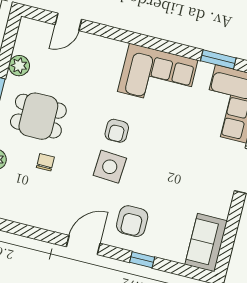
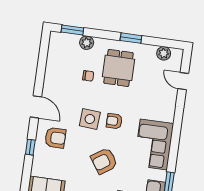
plant: (19, 66) -> (164, 53), moved
armchair: (174, 152) -> (104, 161), added
armchair: (132, 221) -> (55, 138), turned 180

